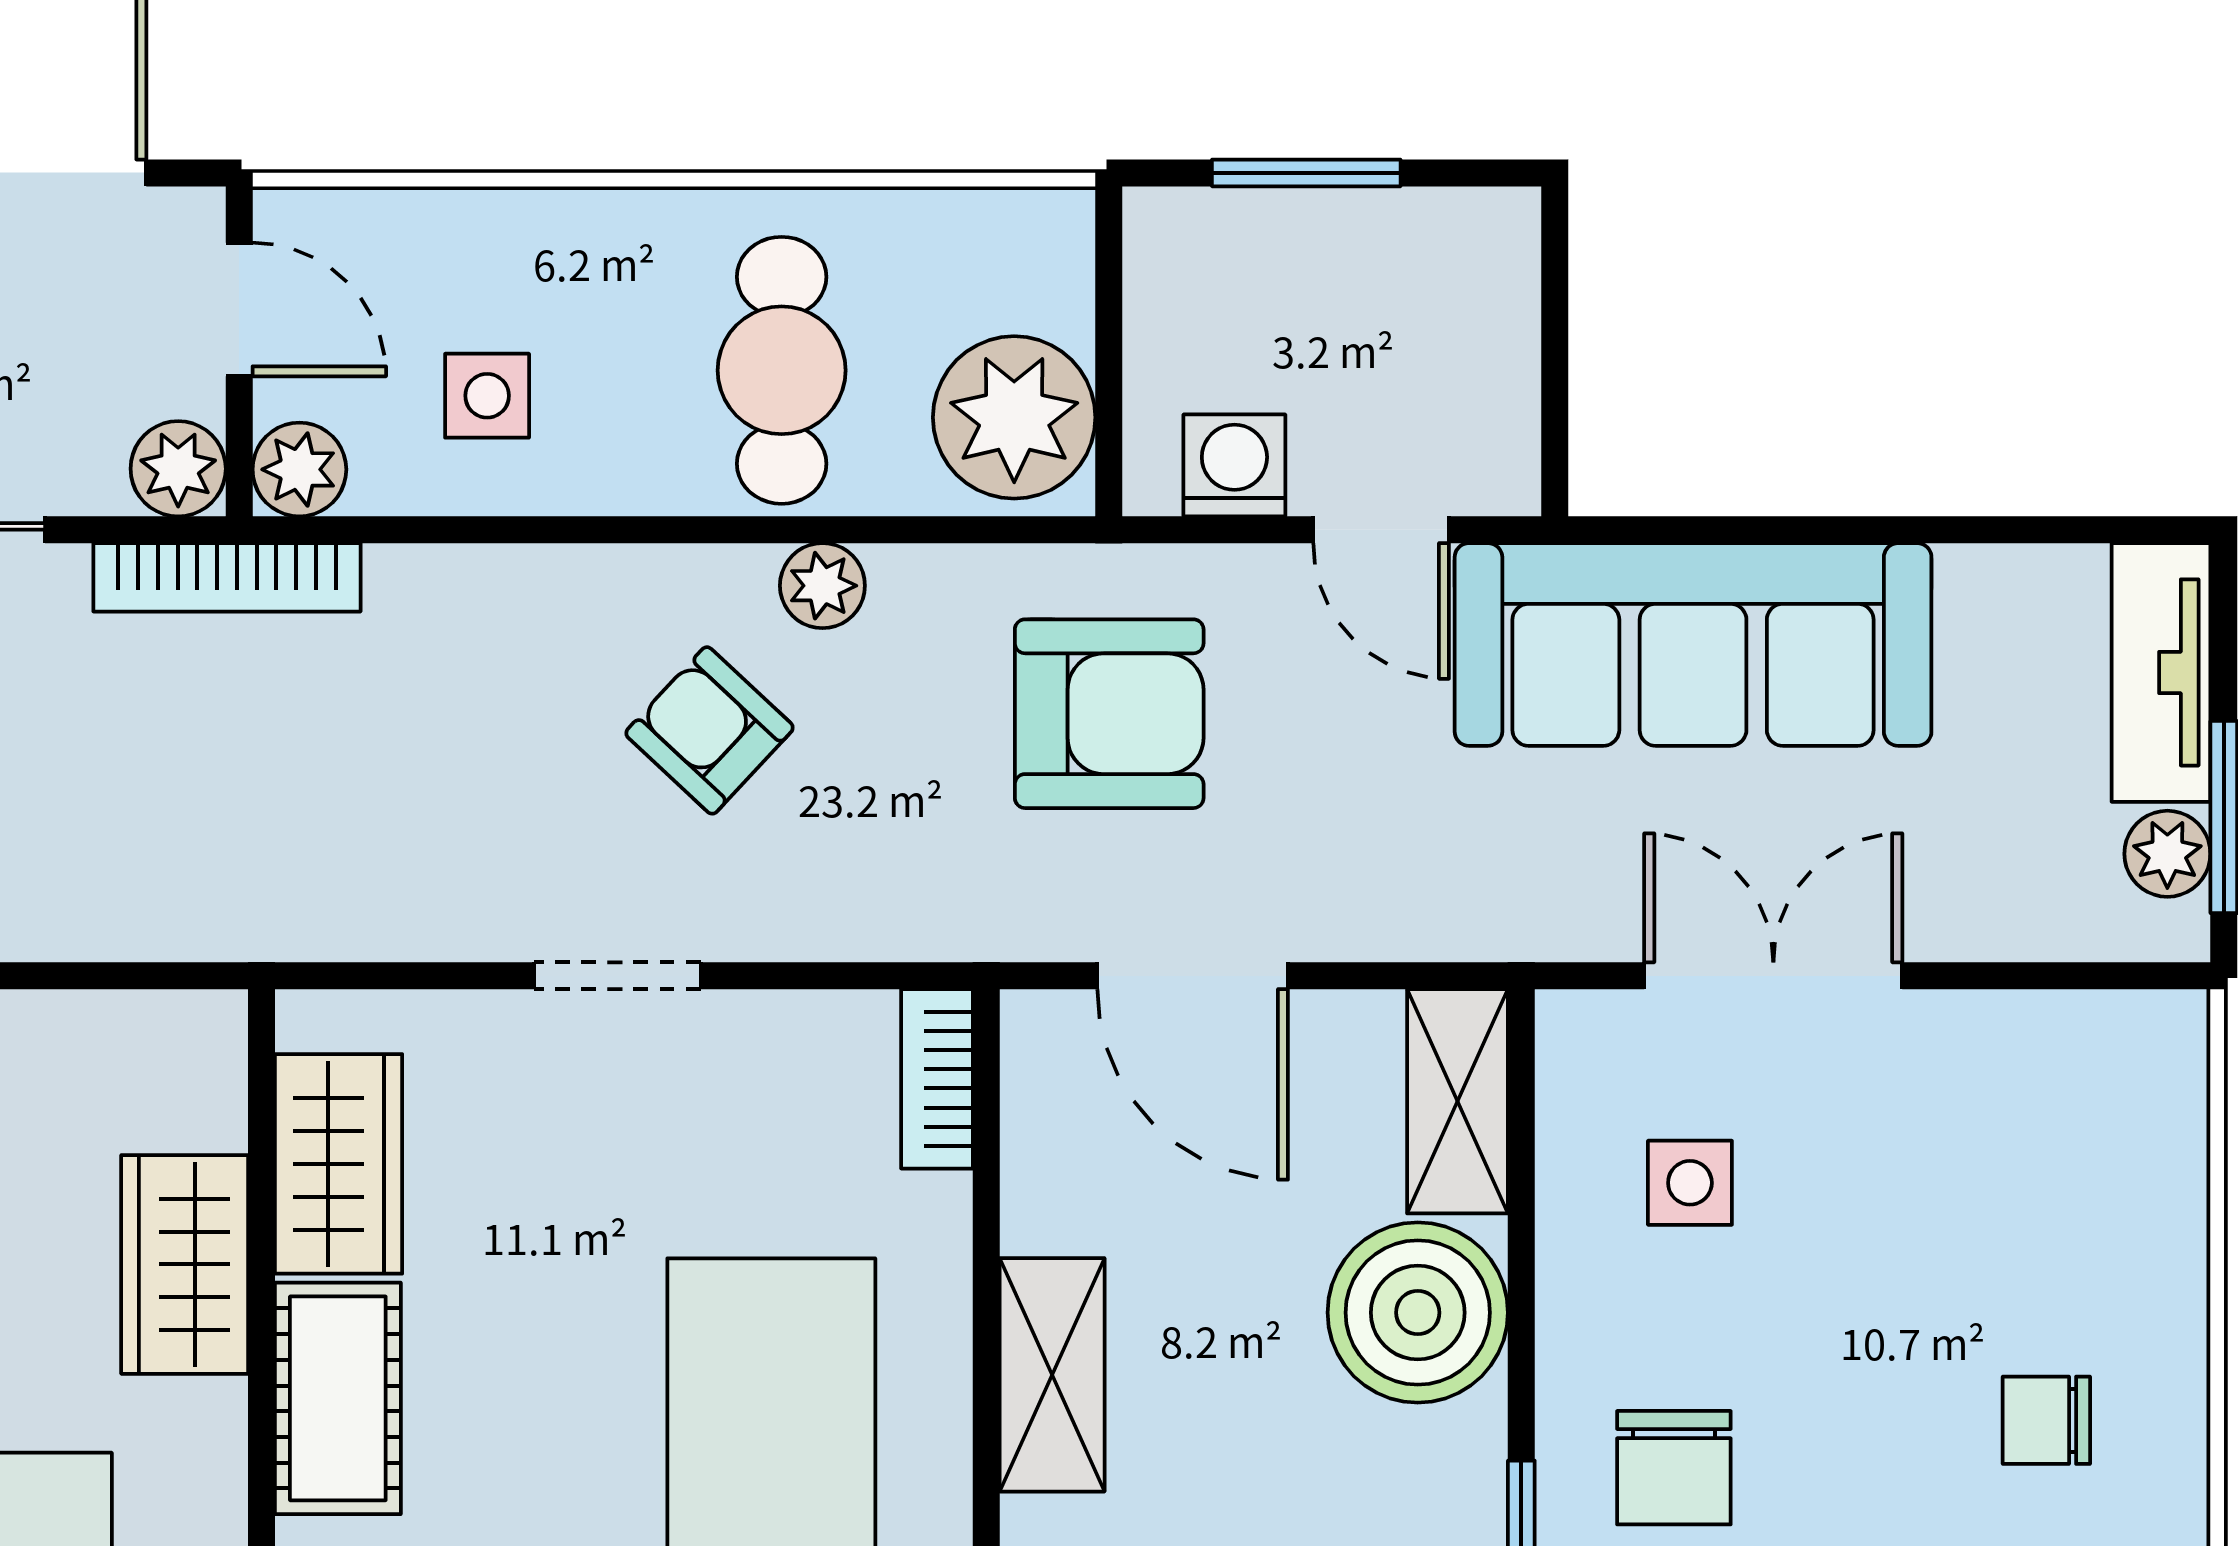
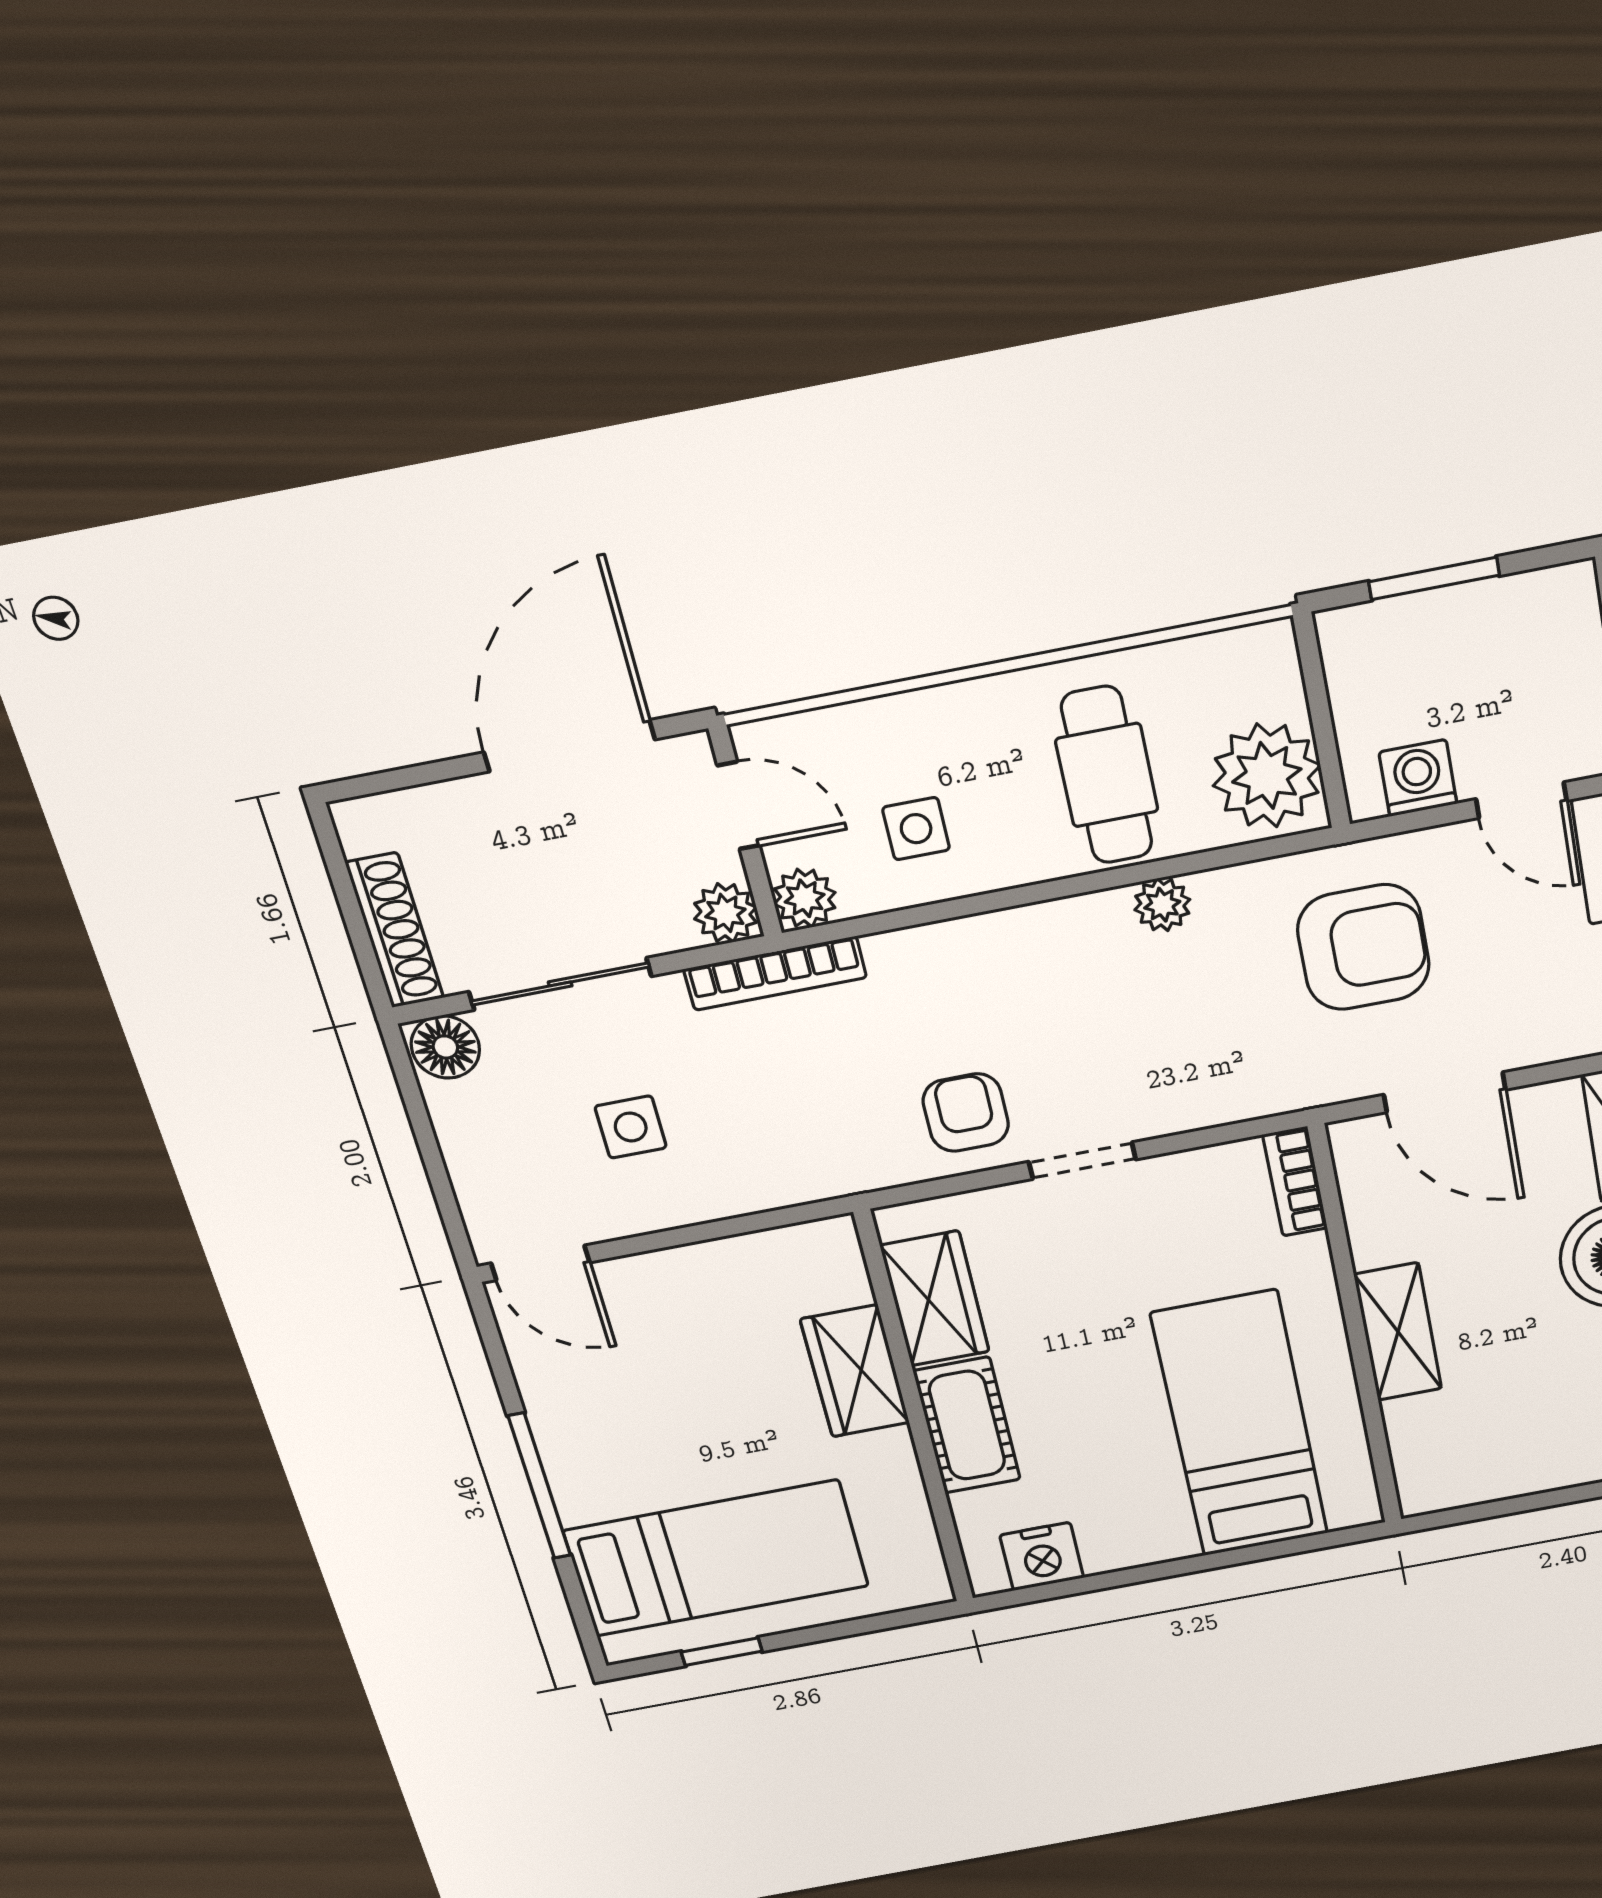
armchair: (709, 730) -> (966, 1113), moved, turned 47

